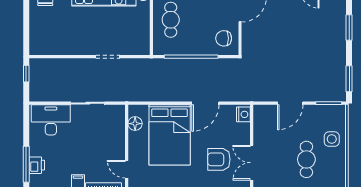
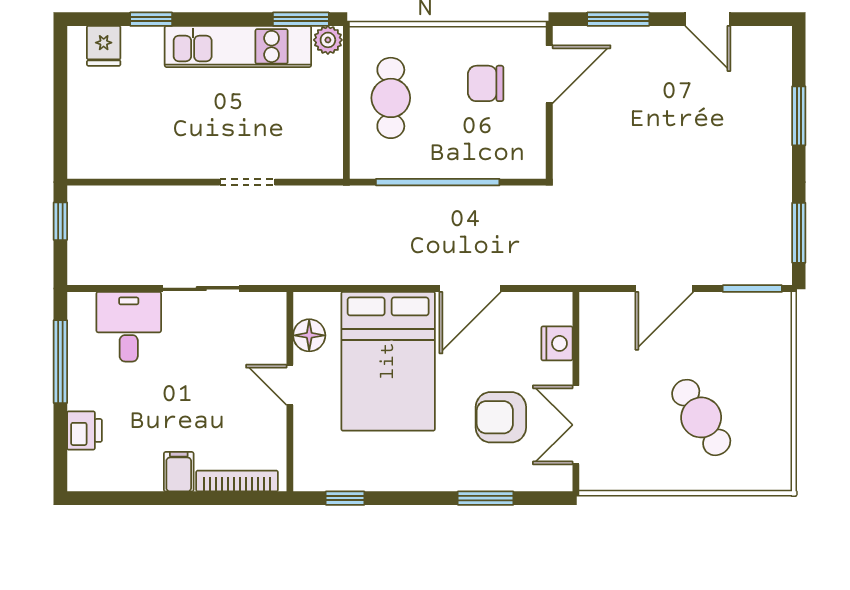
chair: (224, 38) -> (486, 83), moved
nightstand: (243, 114) -> (557, 343), moved
desk: (51, 120) -> (129, 327), width x0.73
side table: (332, 139) -> (759, 371), removed
cafe table: (306, 159) -> (701, 417), turned -32
window: (26, 164) -> (60, 362), moved
door: (127, 169) -> (290, 385), moved

